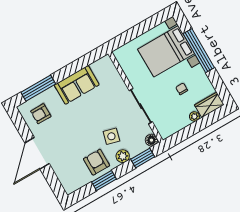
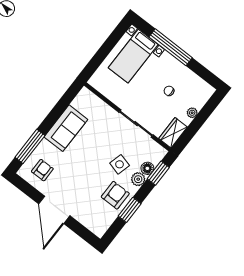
bed with nightstands: (166, 51) -> (133, 56), width x0.73
wardrobe: (209, 105) -> (173, 133), moved
armchair: (41, 114) -> (42, 170), turned 180
floor lamp: (151, 140) -> (147, 168), moved
armchair: (97, 162) -> (115, 195), turned 90

